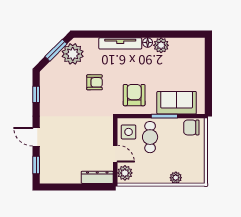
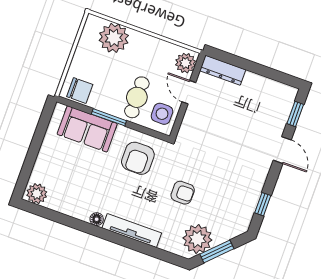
plant: (161, 45) -> (37, 194), moved
armchair: (94, 82) -> (183, 193), turned 180
plant: (176, 178) -> (114, 38), width x1.87, depth x1.87

